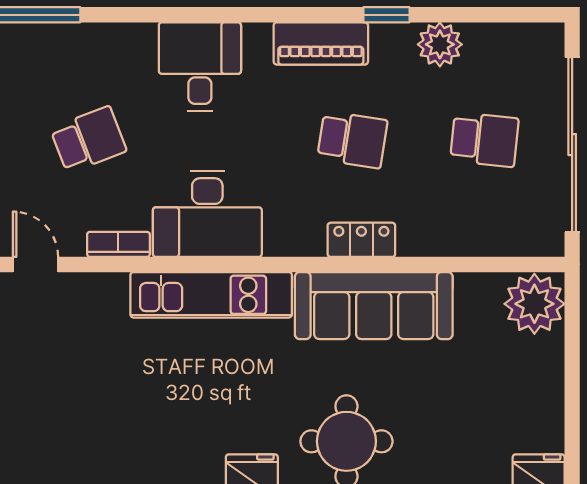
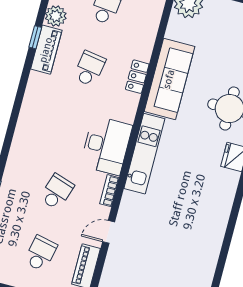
piano: (321, 43) -> (46, 50), moved
desk: (200, 67) -> (37, 131), removed
school desk: (88, 140) -> (57, 192), turned 39

